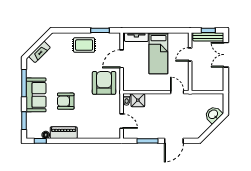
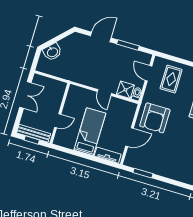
rug: (84, 45) -> (171, 79), moved, turned 90
double door: (226, 55) -> (25, 95), moved
door: (177, 92) -> (104, 93), moved

